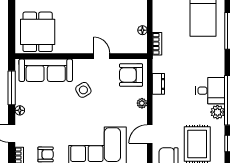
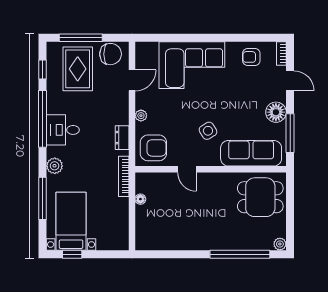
dining table: (38, 32) -> (260, 197), turned 90
bookcase: (157, 44) -> (124, 176), width x1.56
floor lamp: (20, 110) -> (276, 112), width x1.89, depth x1.89
plant: (217, 112) -> (55, 166), moved

